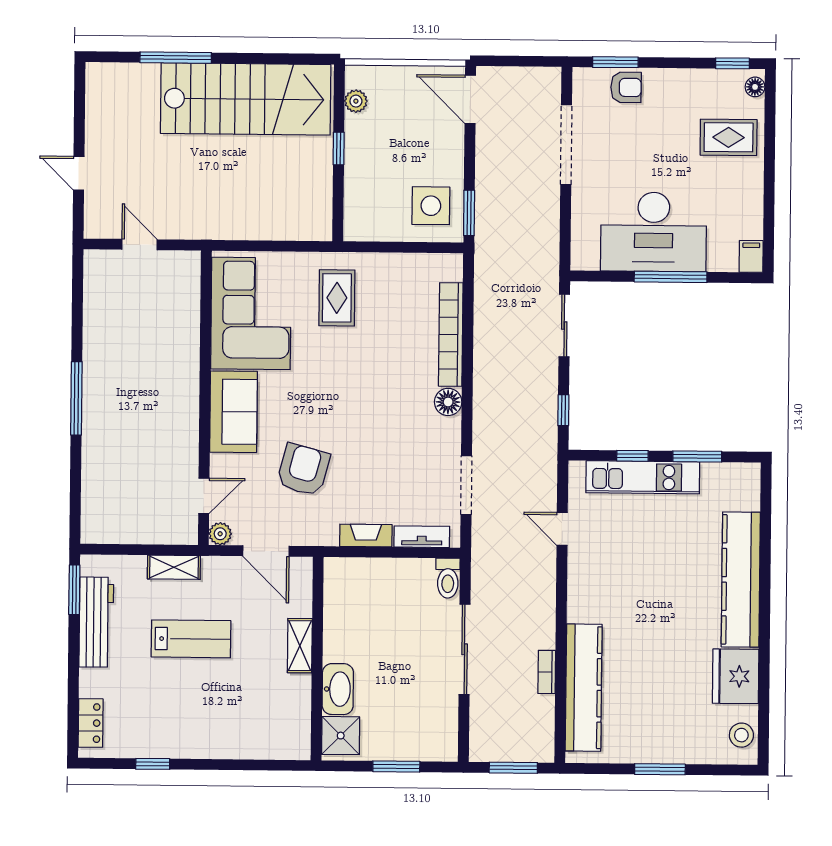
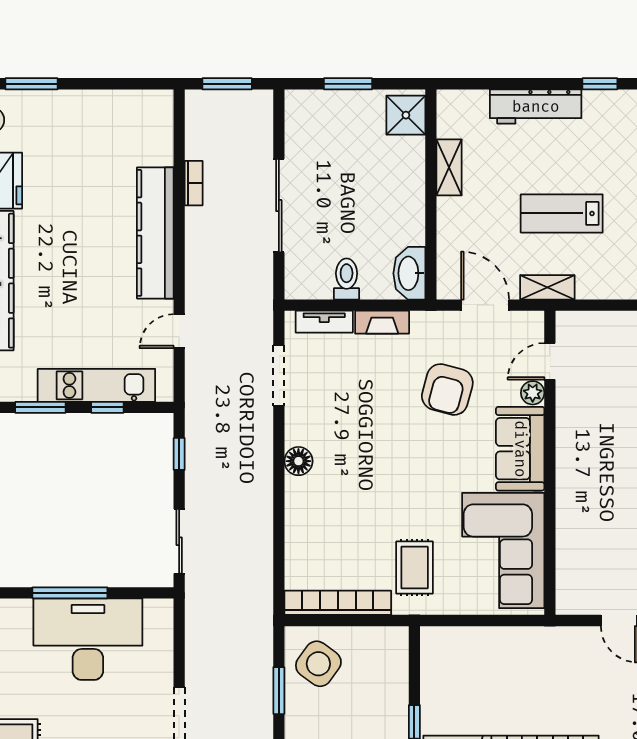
side table: (431, 206) -> (318, 664), turned 36
window: (469, 213) -> (279, 691), moved
bookcase: (451, 335) -> (338, 603), moved, turned -90
door: (562, 529) -> (179, 331), swing flipped
plant: (220, 534) -> (533, 393), moved
shelving: (174, 567) -> (547, 287), moved
toilet: (448, 578) -> (347, 279), moved
shelving: (300, 646) -> (449, 167), moved
kitchen counter: (584, 688) -> (155, 233), moved
washbasin: (338, 689) -> (409, 273), moved
workbench: (215, 743) -> (536, 107), added
window: (660, 769) -> (32, 84), moved

